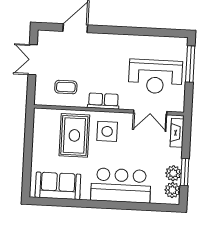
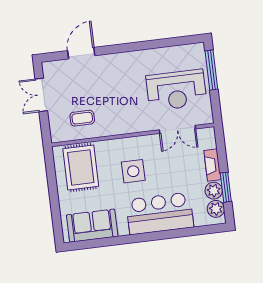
row of seats: (103, 101) -> (125, 126), removed
side table: (107, 131) -> (133, 171), moved
fireplace: (177, 133) -> (212, 165), moved
rug: (74, 135) -> (81, 168), moved

